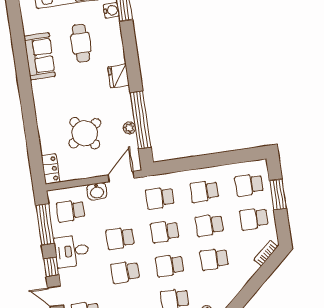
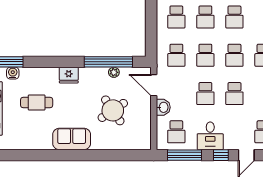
sofa: (40, 56) -> (72, 139), moved
locker: (51, 169) -> (139, 143), removed

